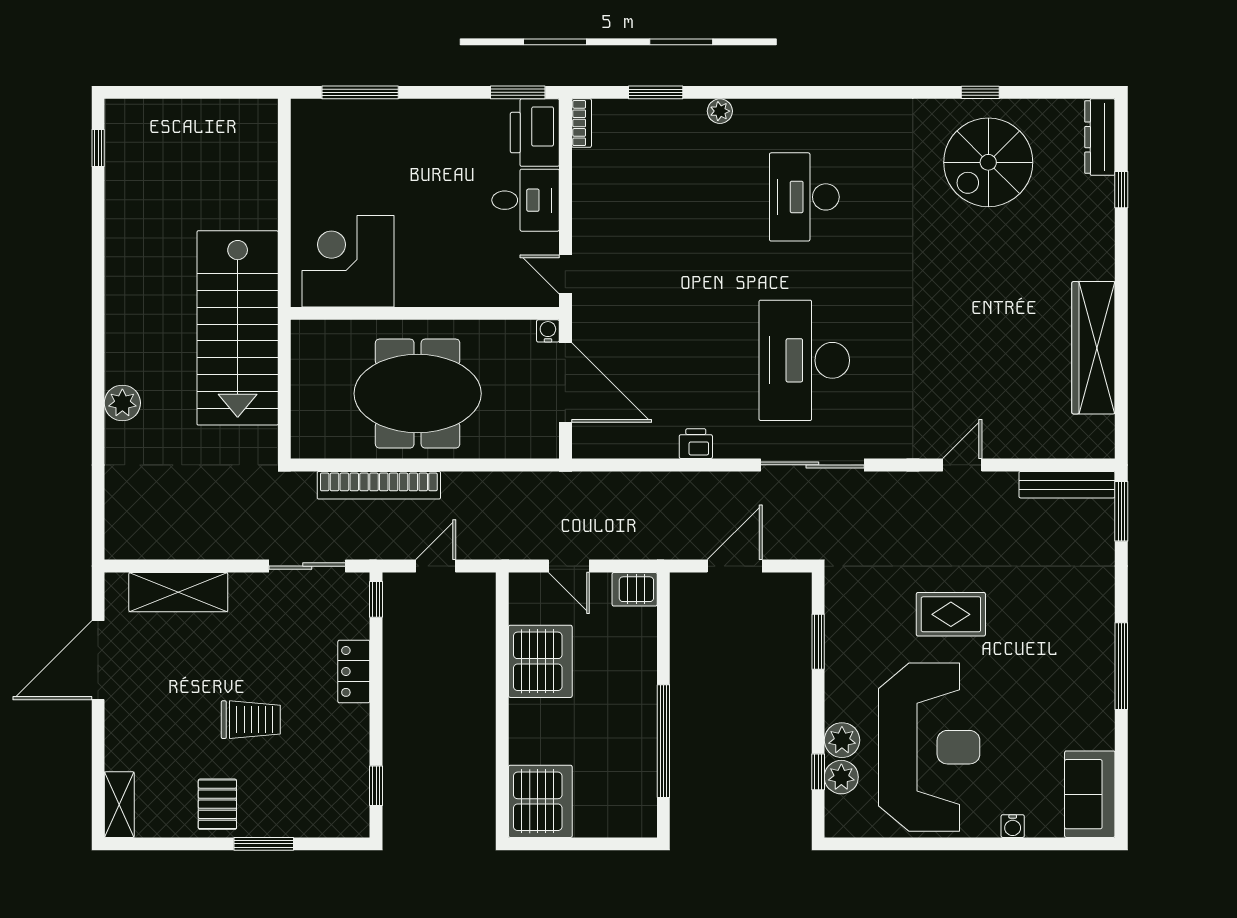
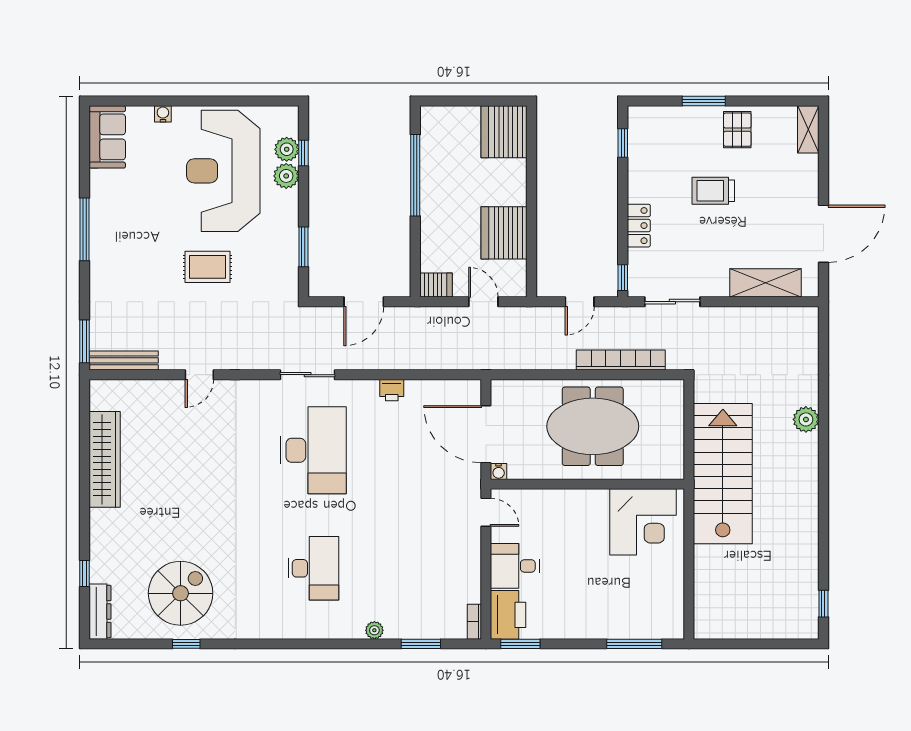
sliding door: (812, 465) -> (308, 375), width x0.73

